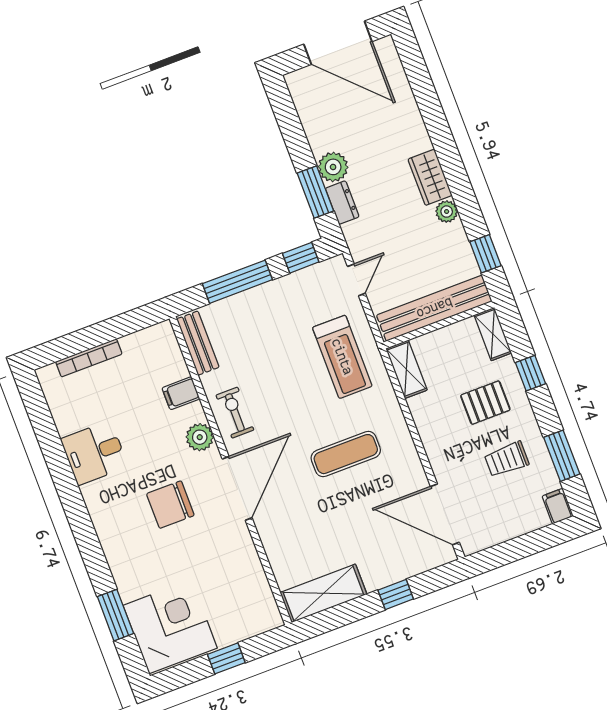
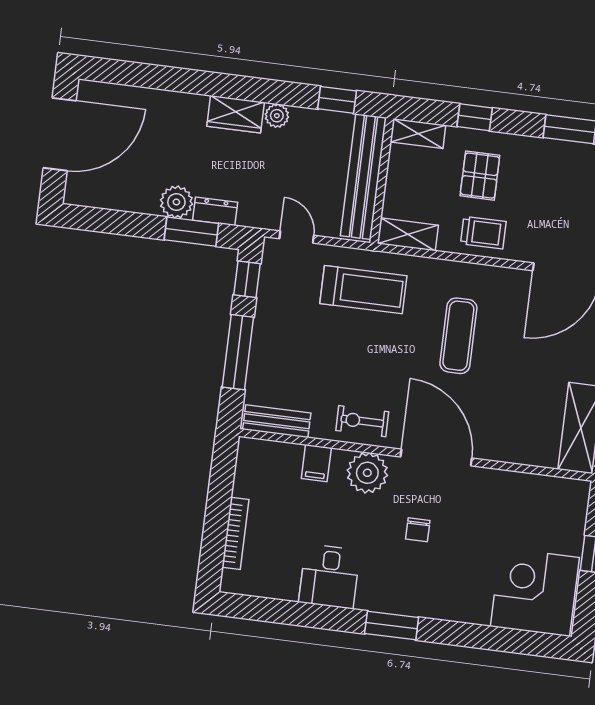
plant: (200, 437) -> (367, 473), width x1.36, depth x1.36
trolley: (507, 459) -> (483, 233), moved, turned -90
chair: (170, 505) -> (418, 530), width x0.54, depth x0.54
window: (115, 615) -> (392, 626), moved

